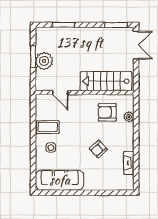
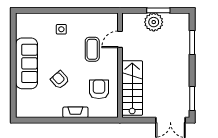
plant: (129, 117) -> (94, 112), removed
coffee table: (48, 127) -> (92, 49), moved
fireplace: (129, 163) -> (75, 112), moved
sofa: (60, 180) -> (27, 63), moved

